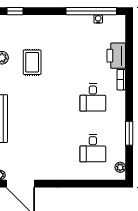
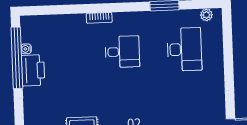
printer: (116, 56) -> (33, 70), moved, turned -90
desk: (93, 148) -> (184, 49), width x1.37

